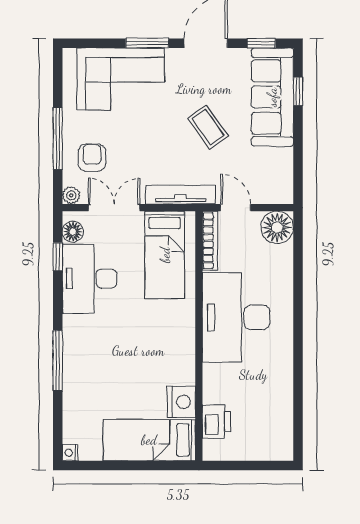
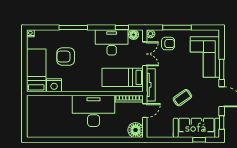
armchair: (120, 377) -> (66, 57), added
printer: (216, 422) -> (45, 102), removed

